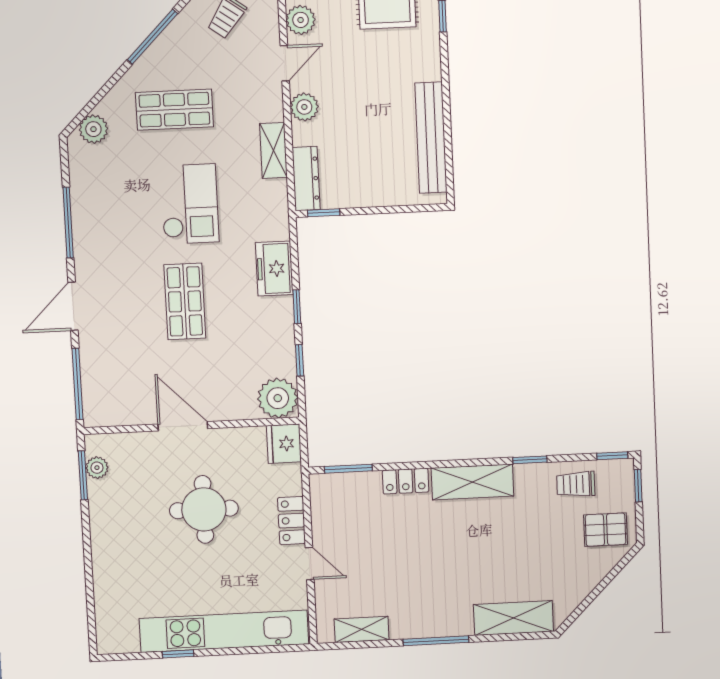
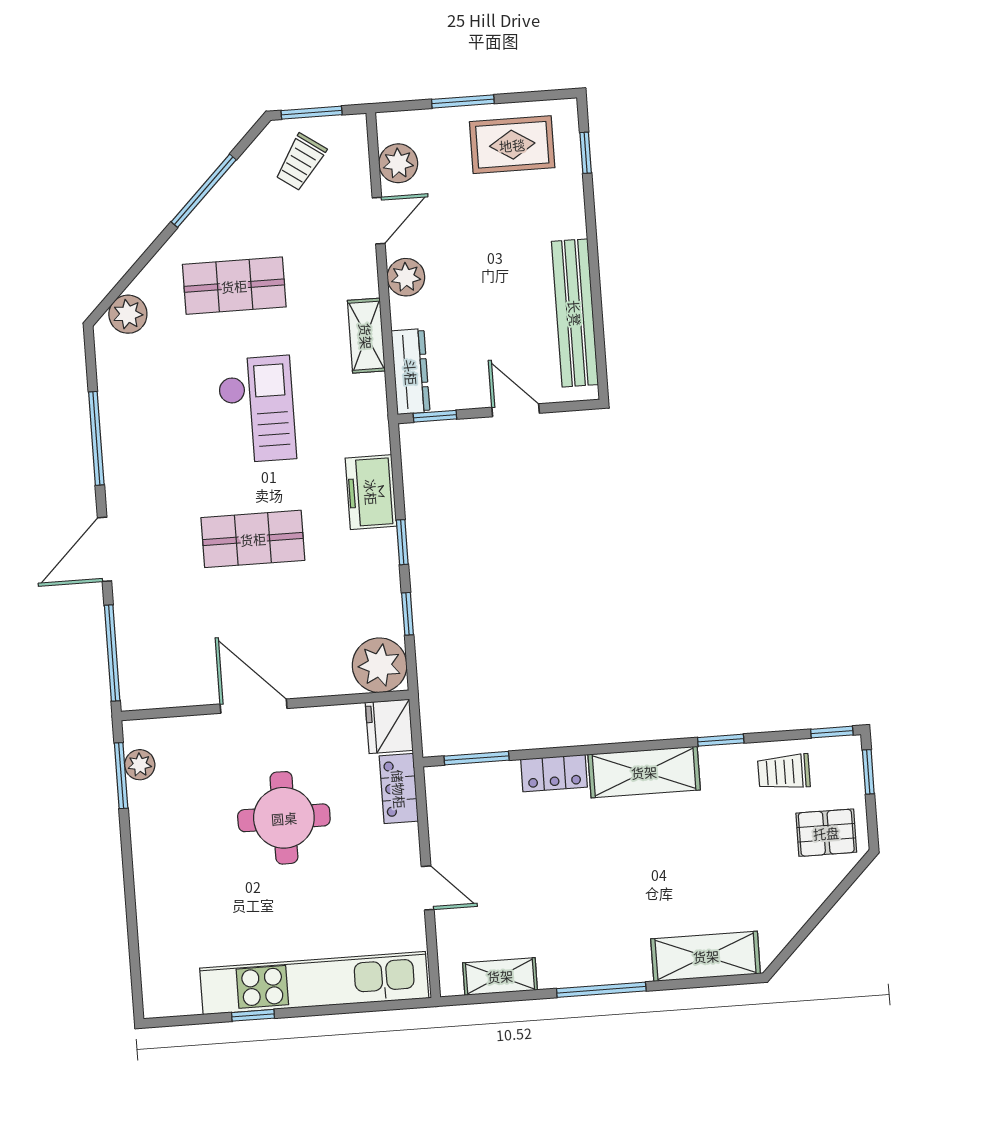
door: (384, 210) -> (516, 410), added
shop shelf: (185, 301) -> (253, 539), turned 90
locker: (291, 521) -> (399, 789), moved

